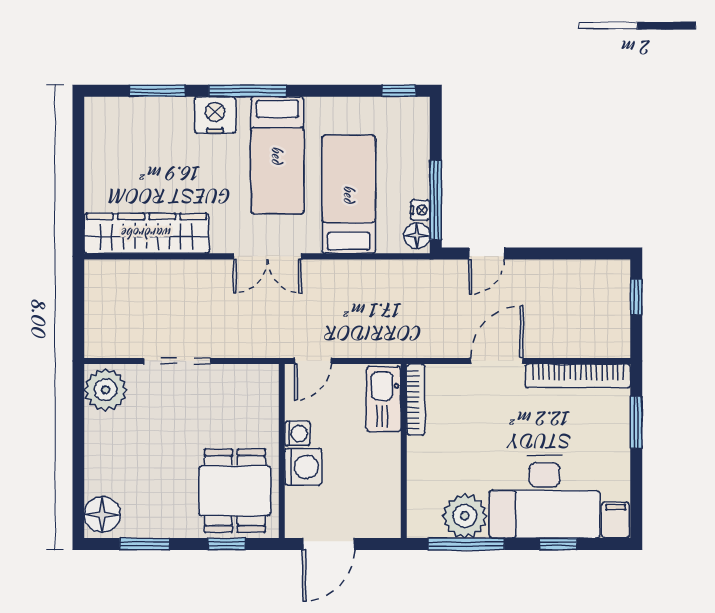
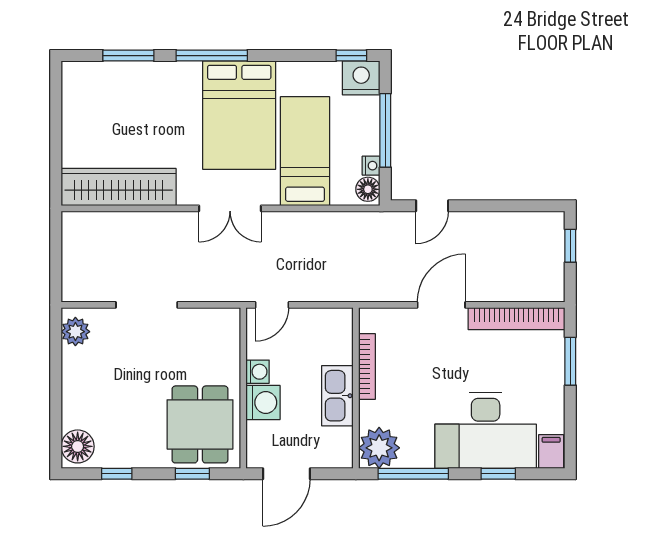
nightstand: (215, 115) -> (361, 78), moved
bed: (277, 155) -> (239, 115), width x1.50
window: (436, 200) -> (385, 130), moved
plant: (105, 390) -> (75, 332), width x0.73, depth x0.73
kitchen sink: (384, 399) -> (337, 396), moved
bookcase: (416, 399) -> (367, 367), moved
plant: (465, 516) -> (379, 448), moved
window: (145, 544) -> (117, 474), width x0.67

